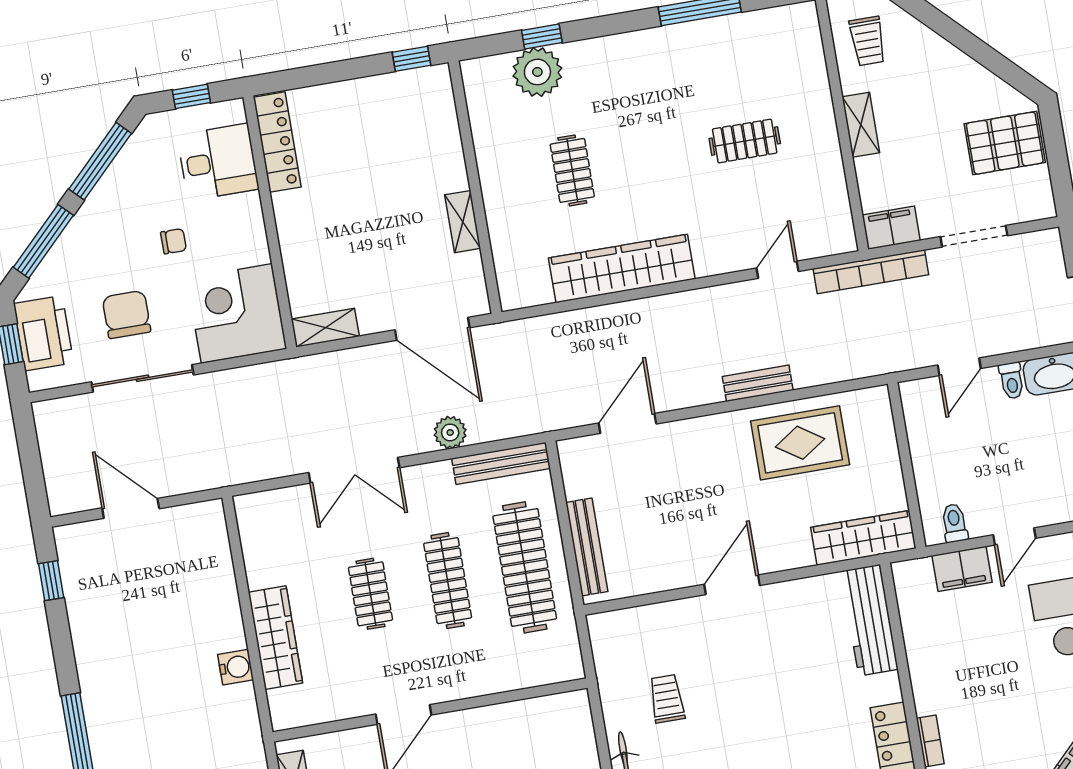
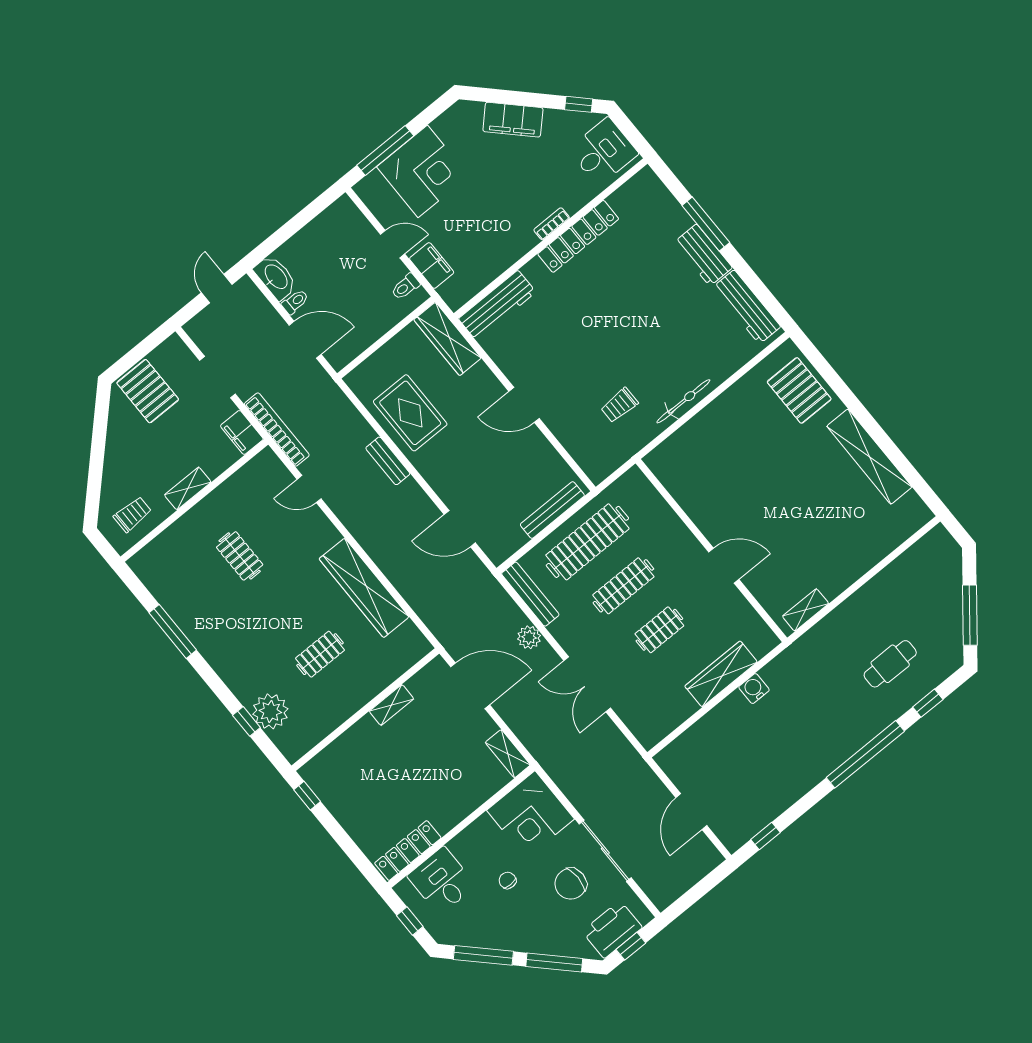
door: (432, 329) -> (470, 686), hinge flipped
door: (959, 367) -> (305, 340), width x1.38
double door: (354, 470) -> (587, 684), swing flipped

